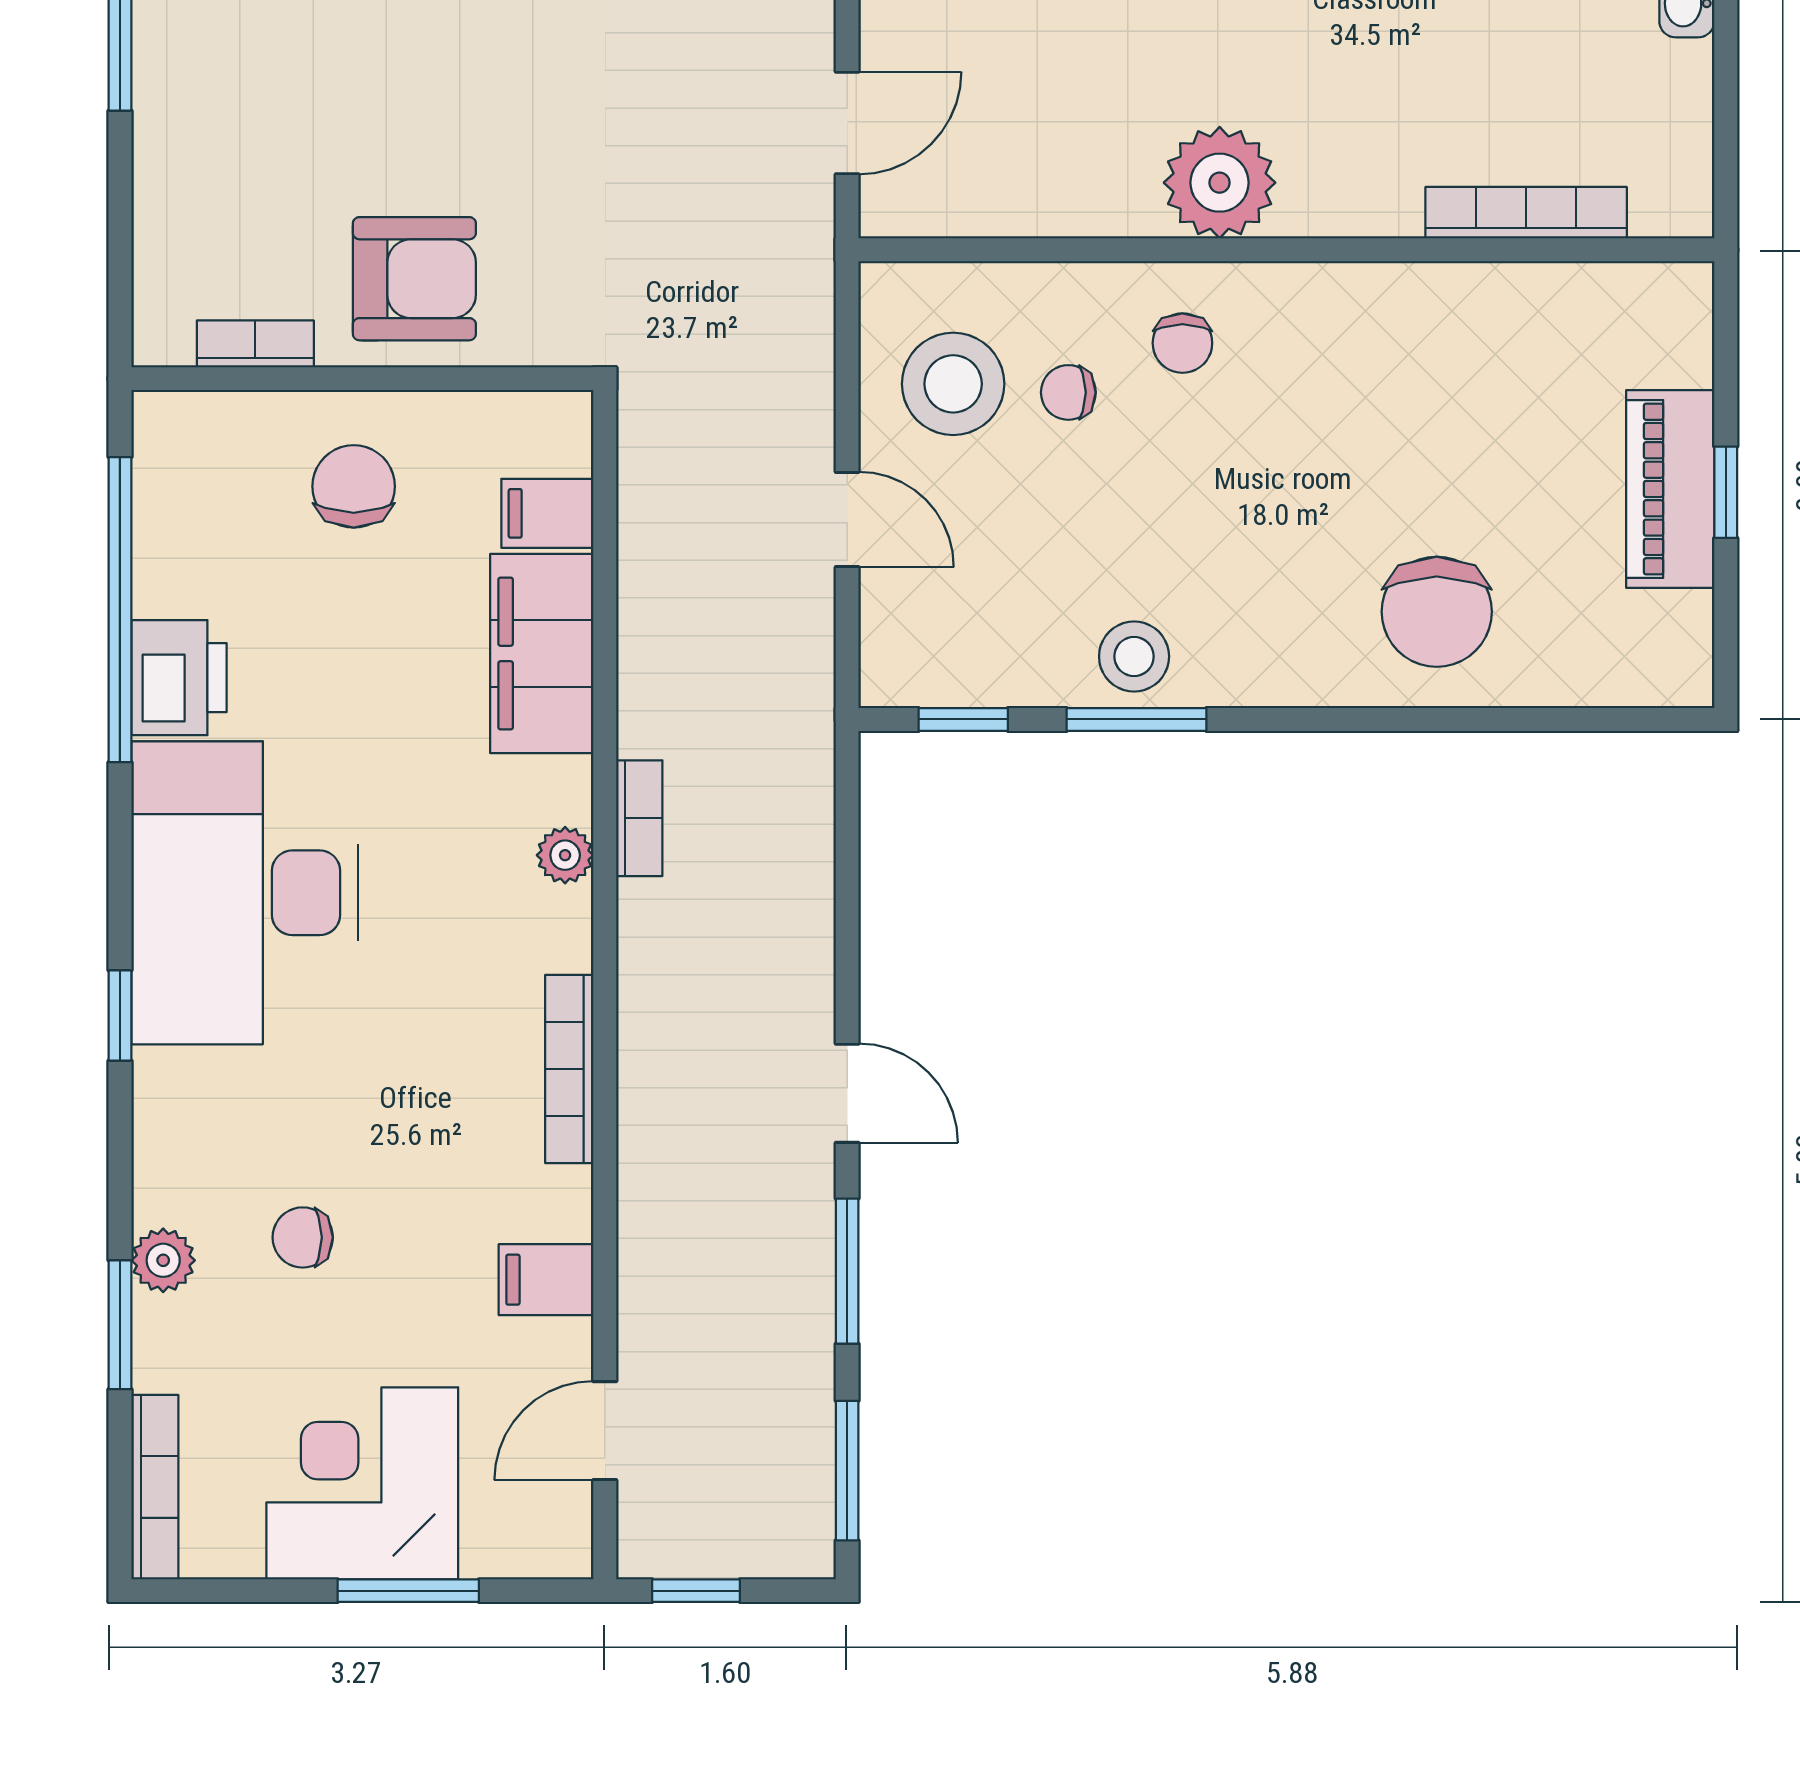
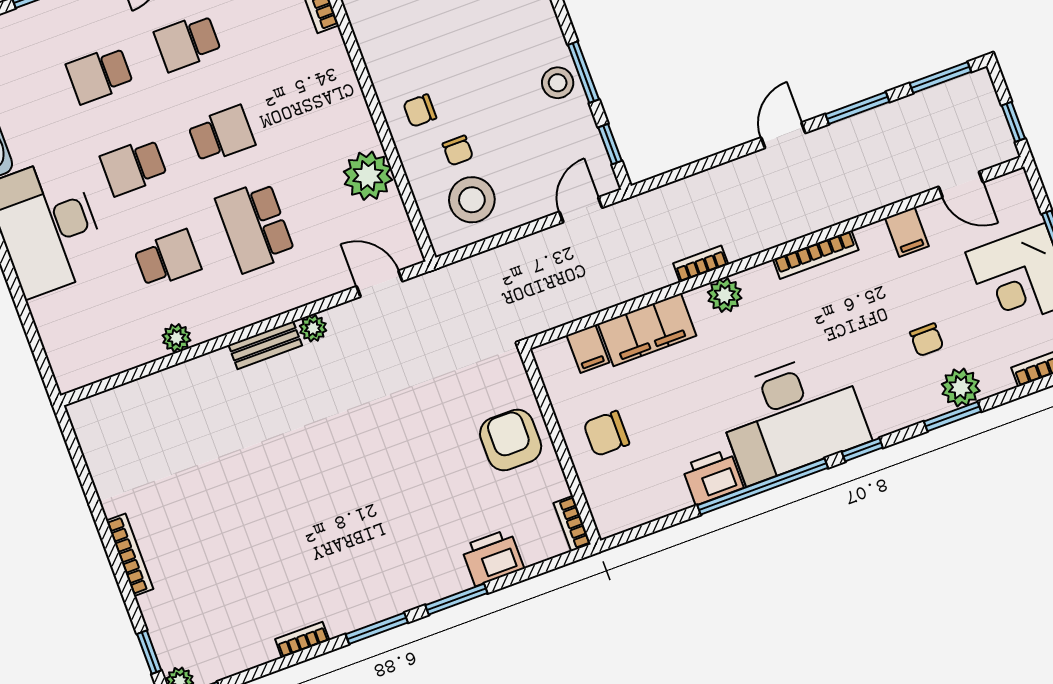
printer: (180, 149) -> (492, 558), added
plant: (1220, 183) -> (368, 176), moved
chair: (1182, 343) -> (420, 111), turned 180
bookcase: (255, 344) -> (572, 524), moved
door: (847, 519) -> (581, 210), moved
window: (120, 610) -> (763, 486), moved
plant: (565, 855) -> (725, 295), width x1.38, depth x1.38
plant: (163, 1260) -> (961, 388), width x1.38, depth x1.38
window: (120, 1325) -> (953, 417), moved

